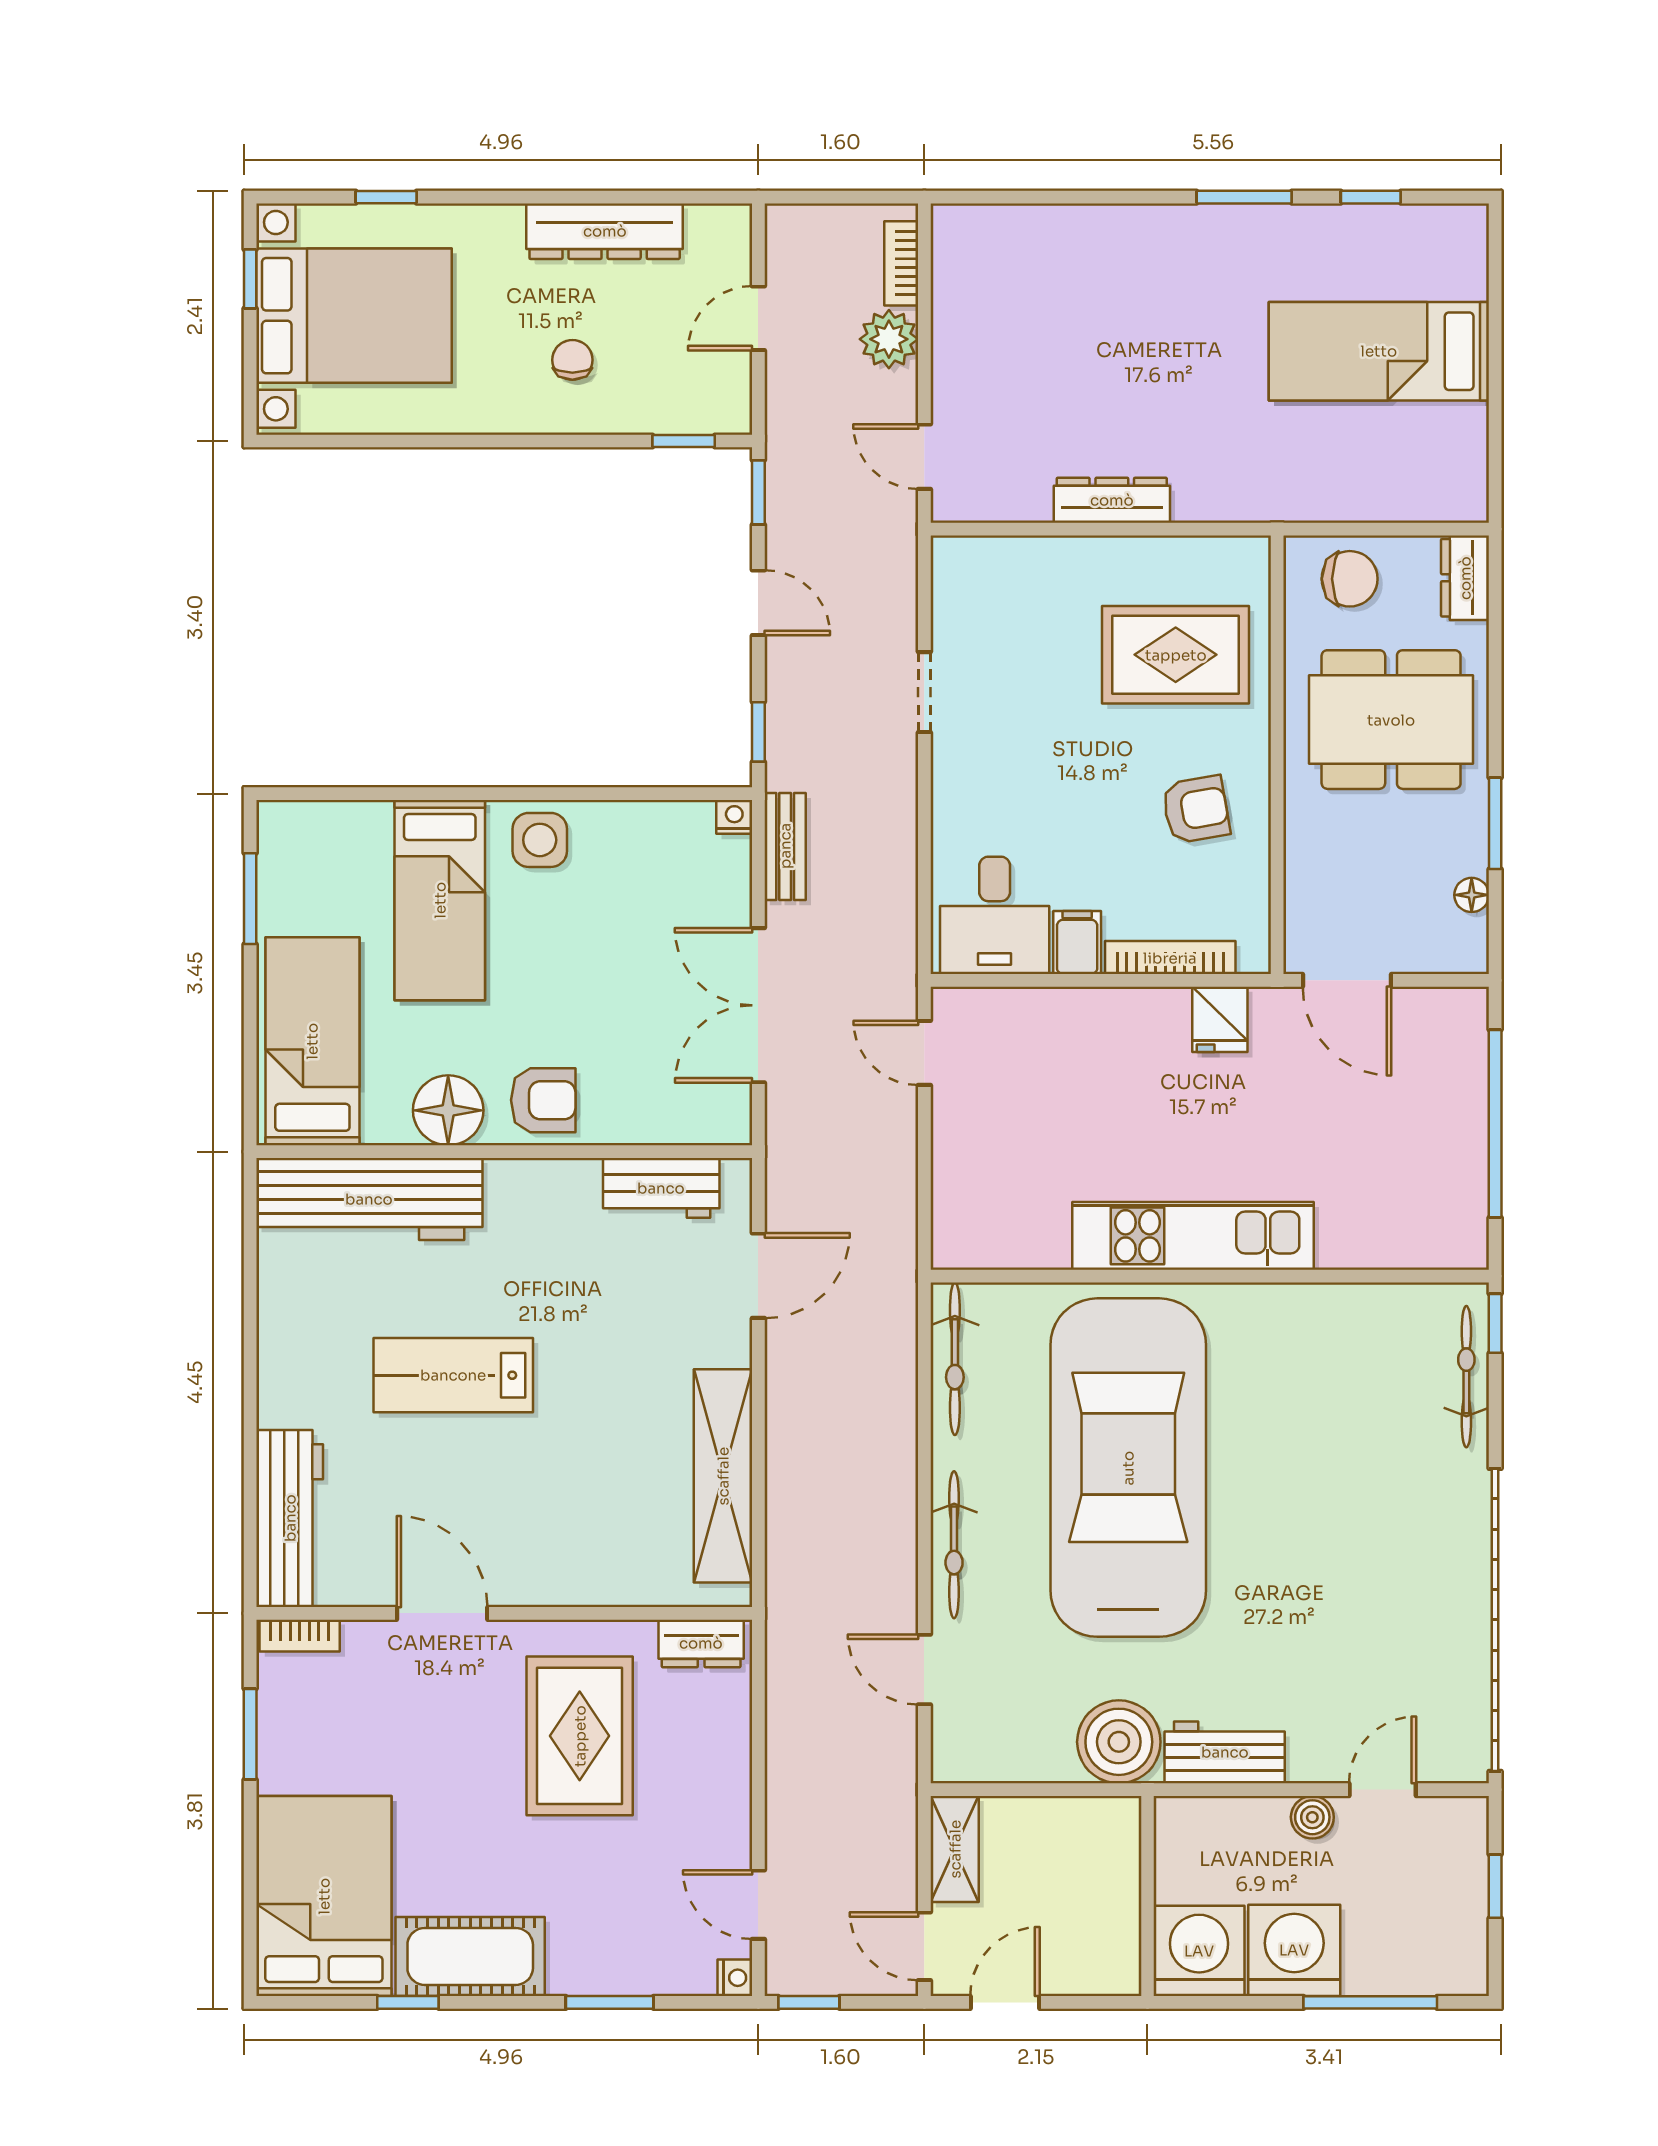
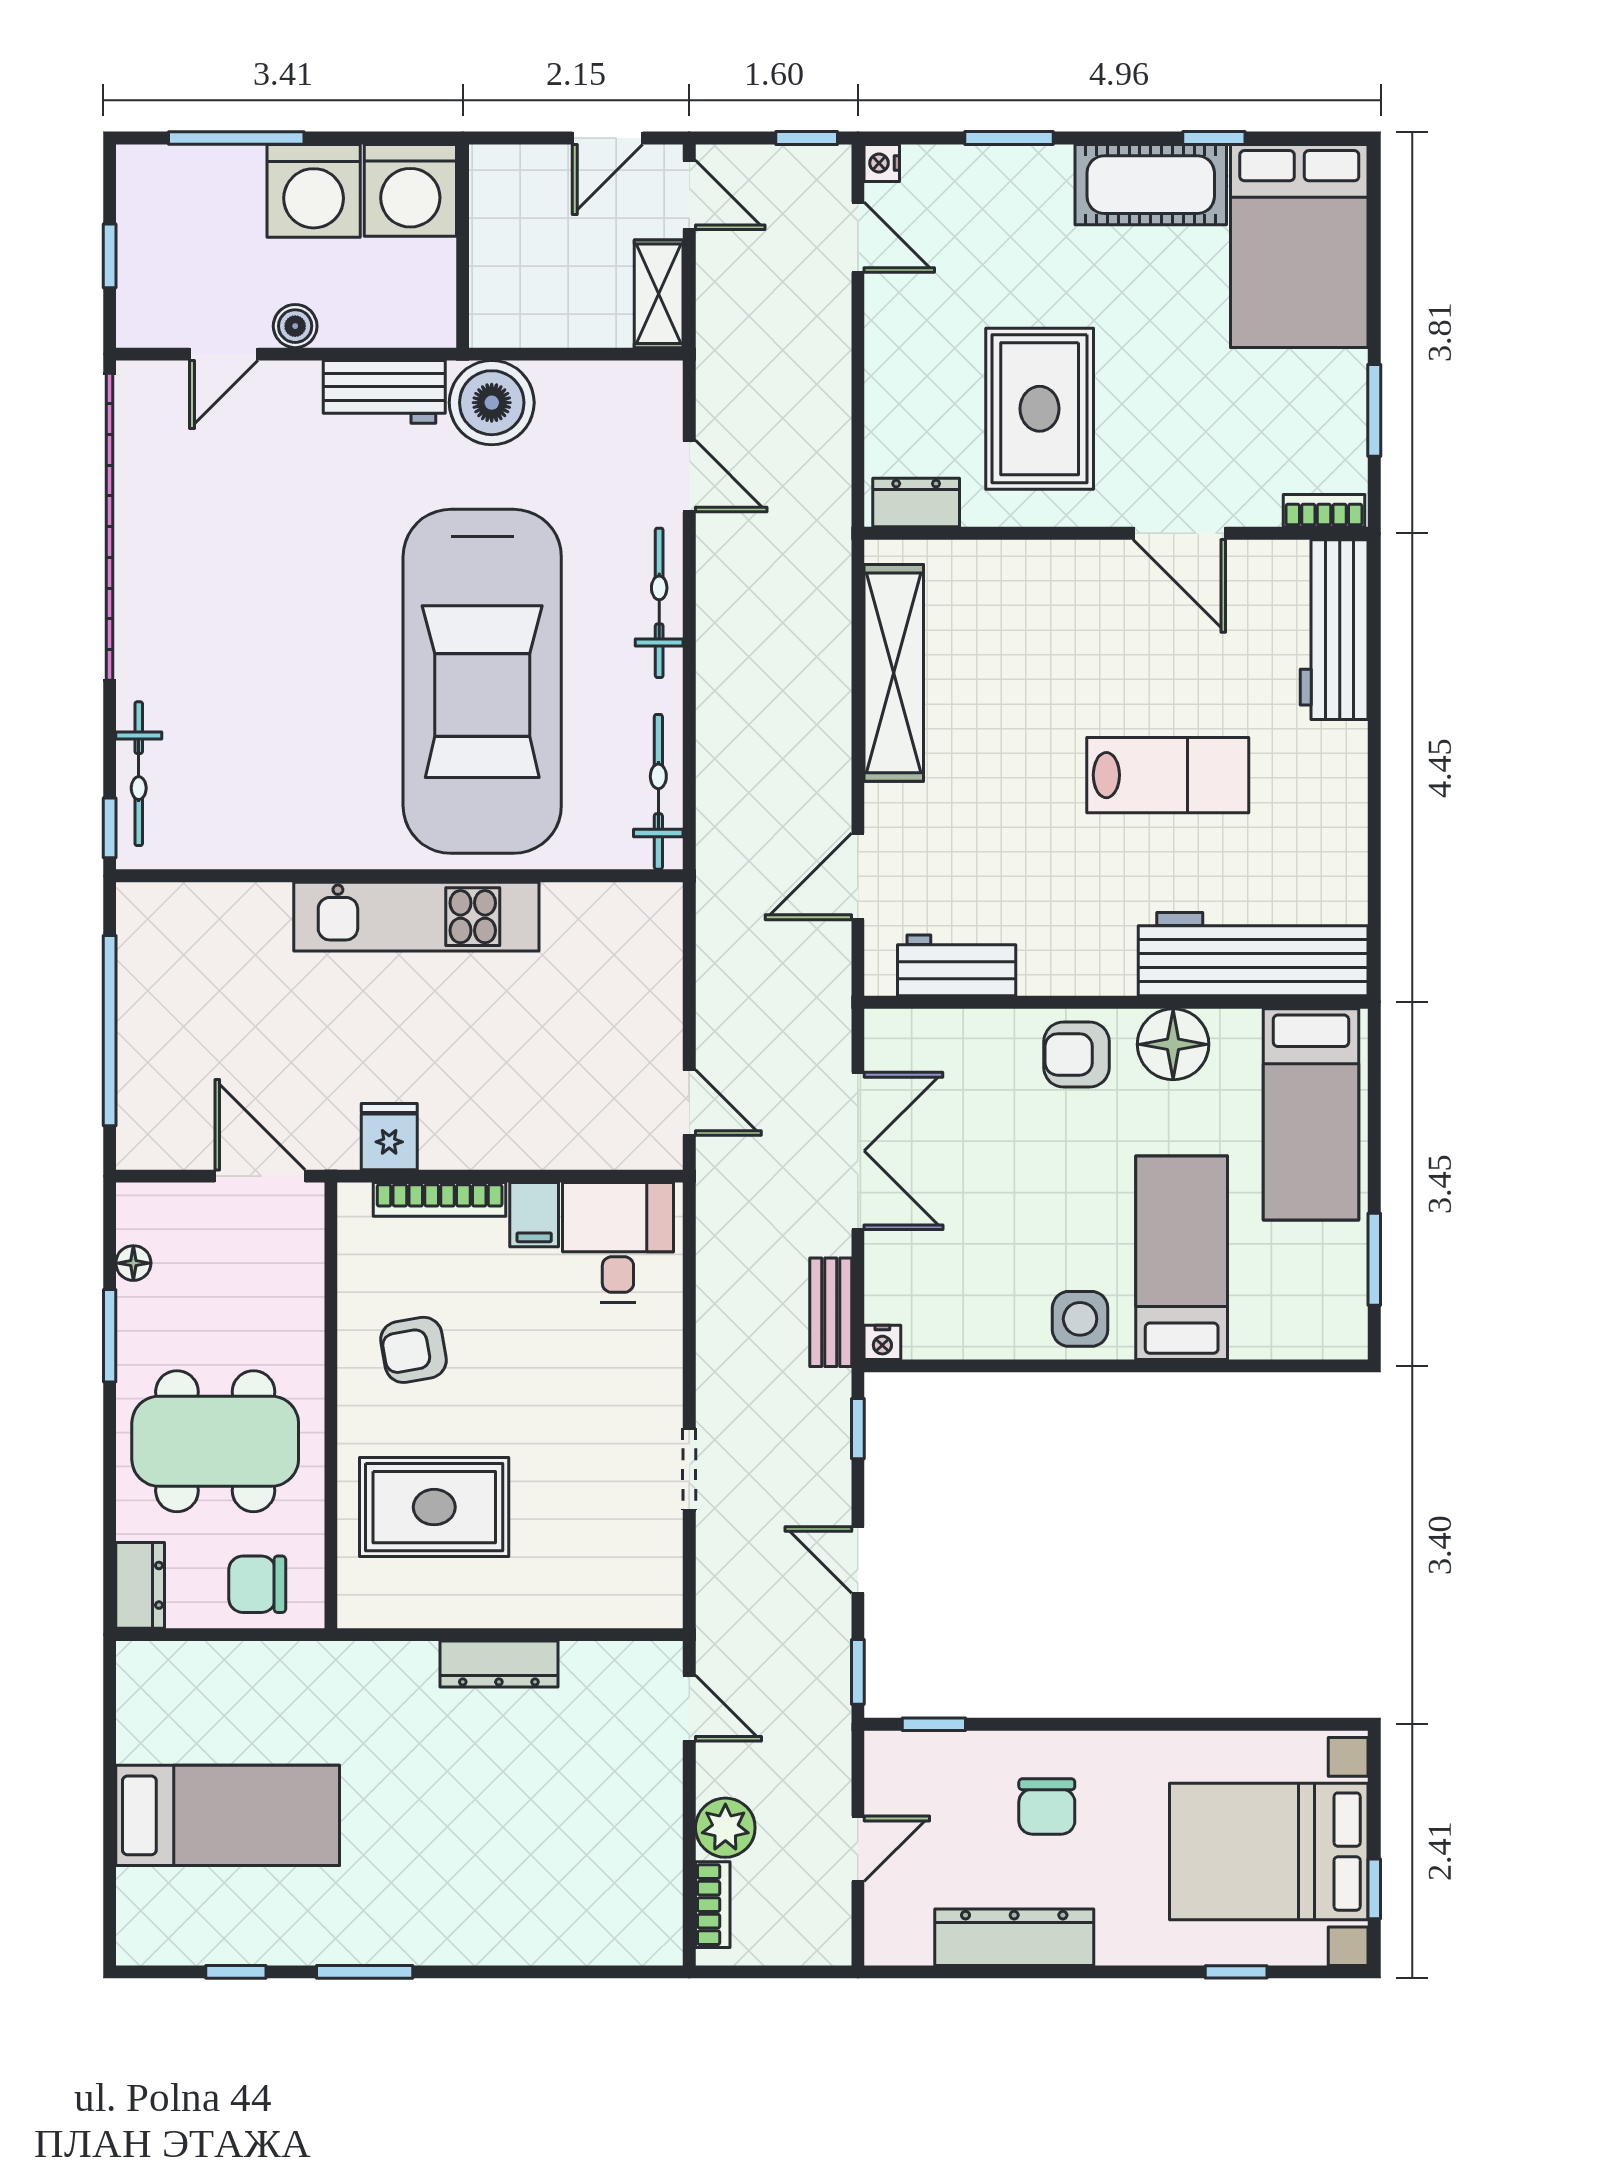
chair: (572, 360) -> (1047, 1807), width x1.37, depth x1.37

